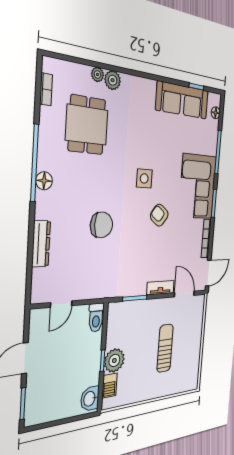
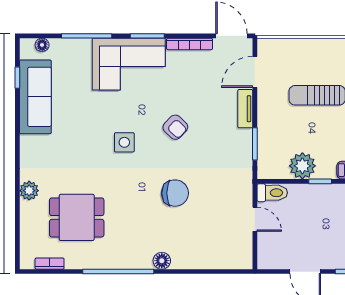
plant: (98, 74) -> (27, 209), removed
floor lamp: (44, 181) -> (162, 261), moved
armchair: (159, 215) -> (175, 127), moved, turned -83
chair: (102, 225) -> (175, 193), turned 90
dresser: (41, 244) -> (194, 261), removed
door: (61, 304) -> (255, 219), moved
plant: (114, 360) -> (302, 166), moved

